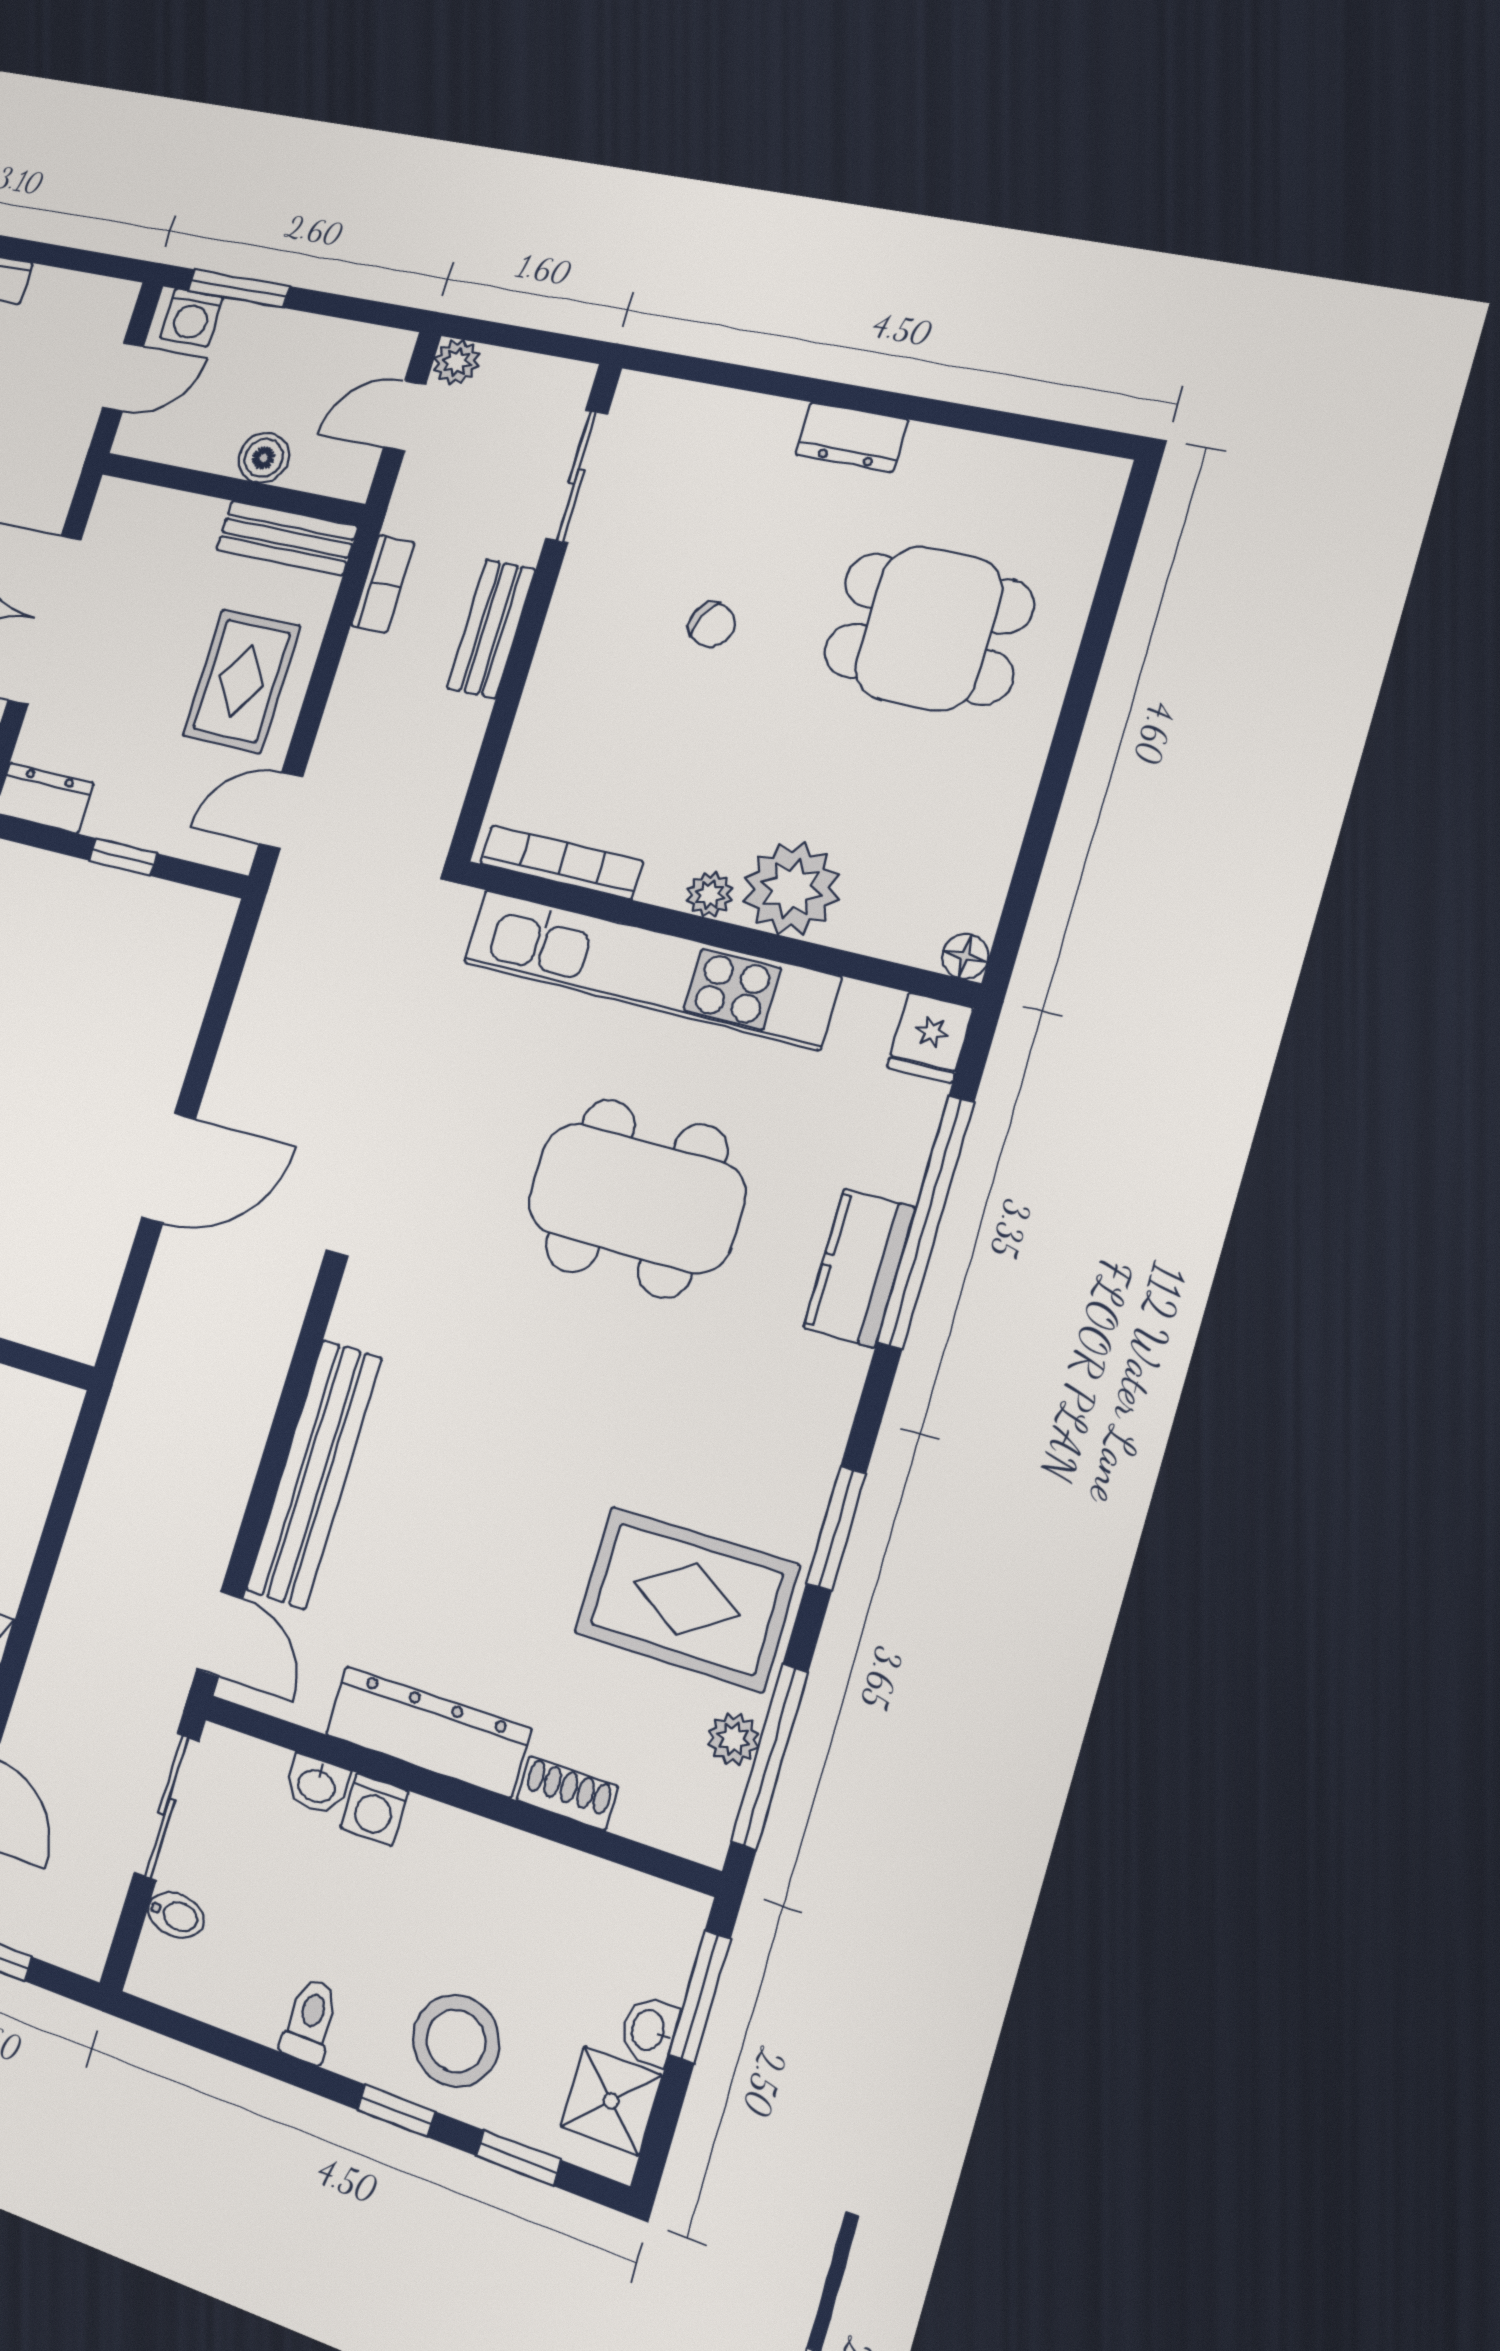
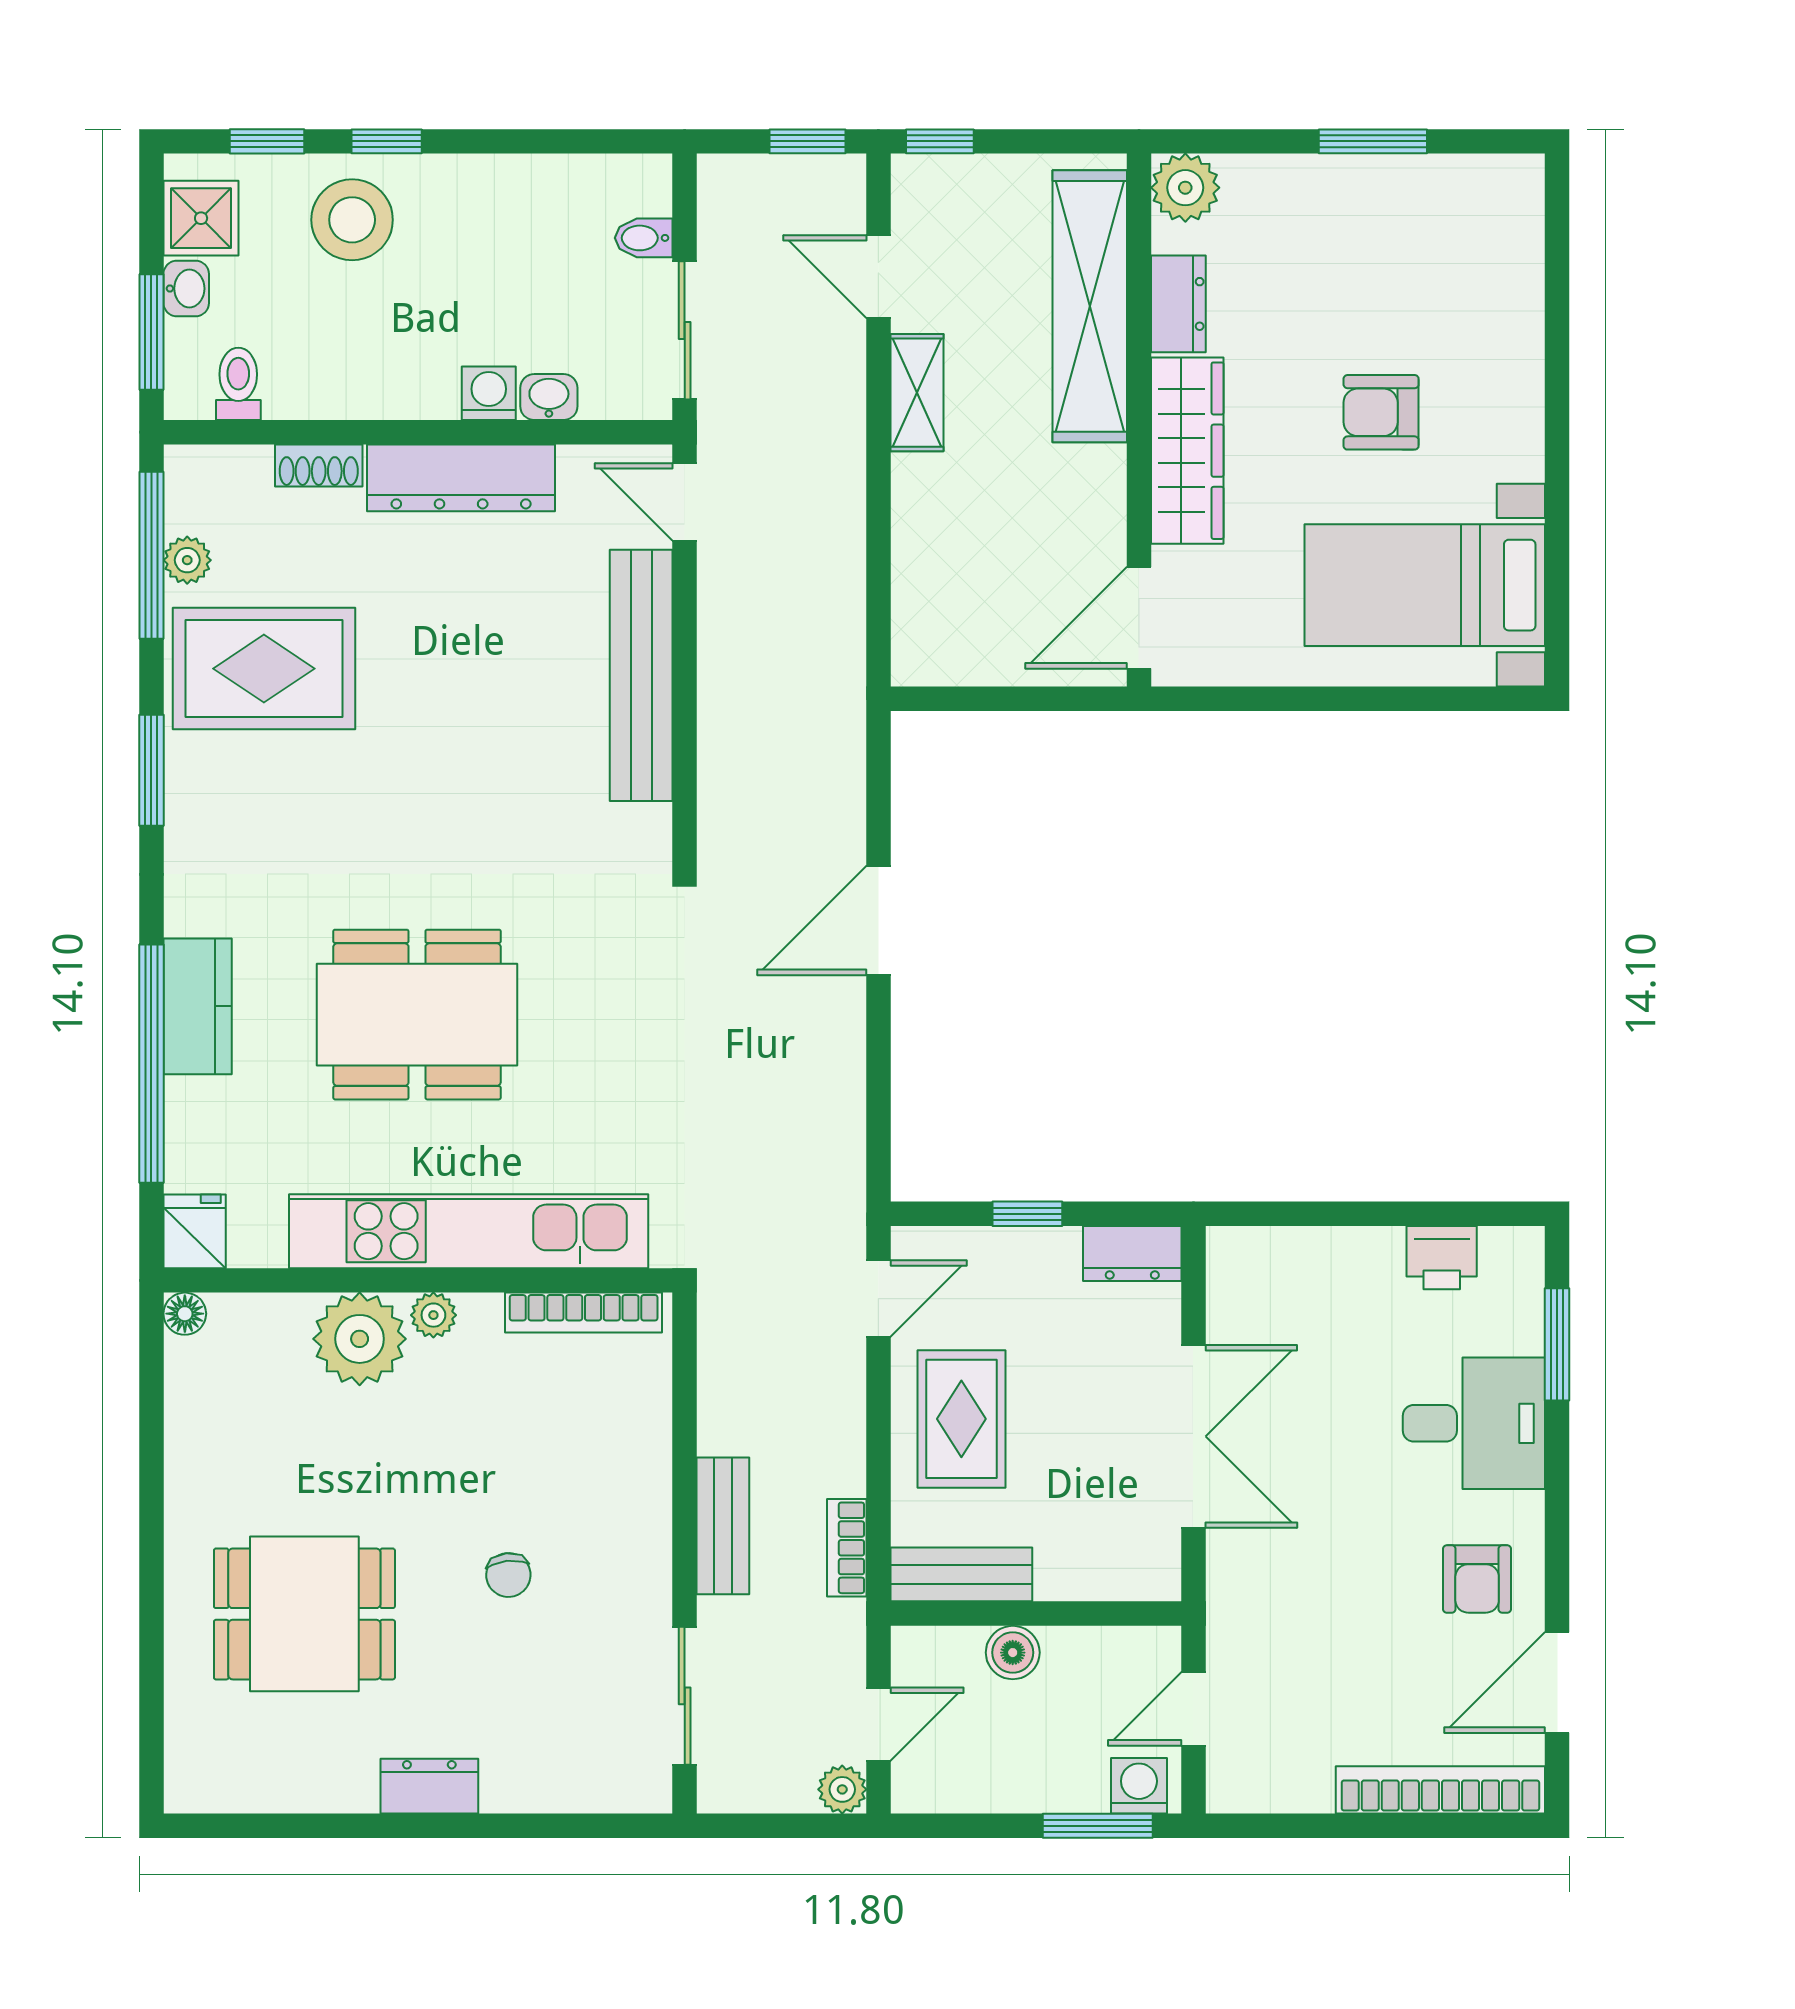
chair: (712, 625) -> (508, 1575), turned -122
toilet: (310, 2021) -> (238, 384), moved, turned 180

